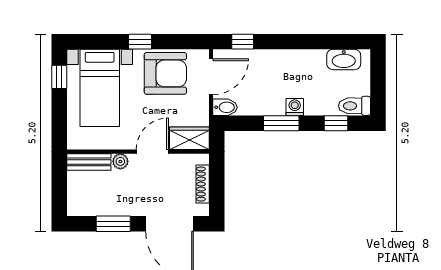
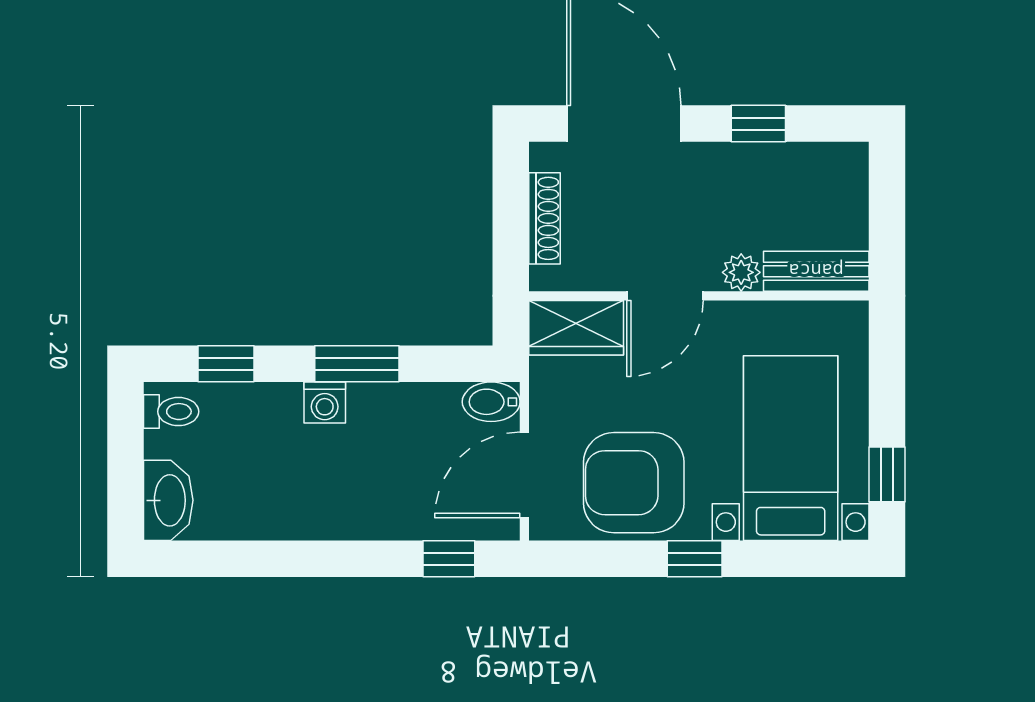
washbasin: (344, 59) -> (168, 500), moved, turned 90
toilet: (354, 106) -> (171, 412), width x0.73, depth x0.72
window: (113, 224) -> (758, 124), width x0.67

